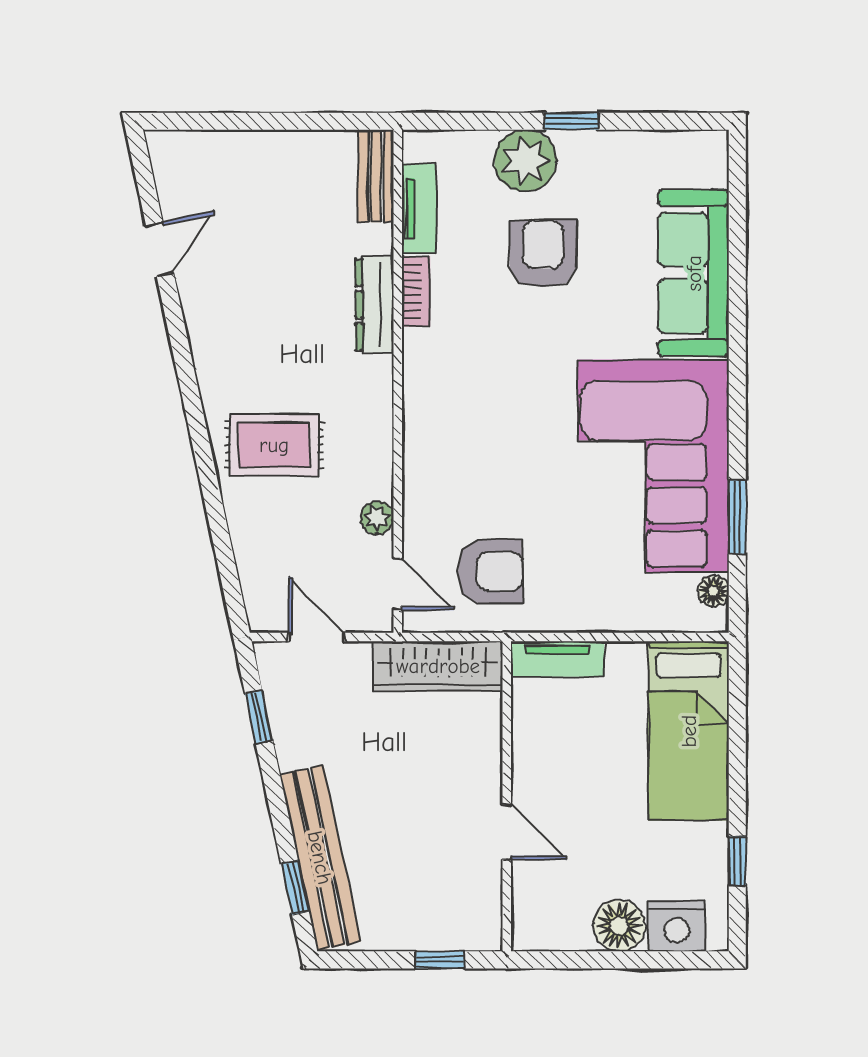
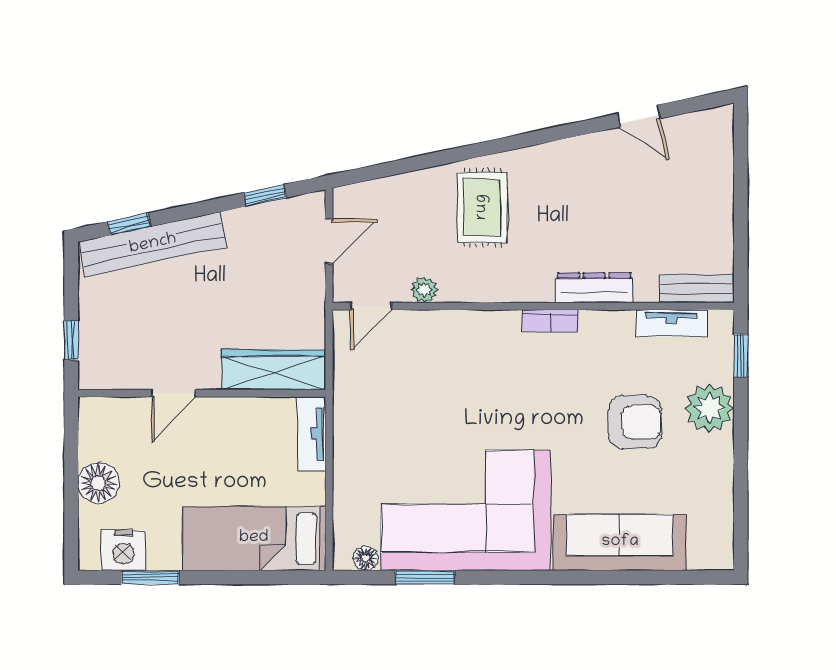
window: (572, 121) -> (741, 356), moved
bookcase: (416, 291) -> (550, 321), moved
armchair: (491, 571) -> (381, 380), removed
wardrobe: (438, 666) -> (274, 370), moved, turned 90
window: (737, 861) -> (150, 577), width x1.50
nightstand: (677, 926) -> (123, 550), moved, turned -90

